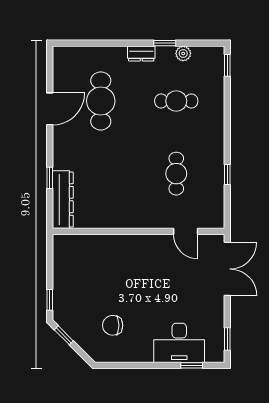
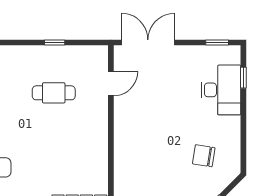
chair: (113, 325) -> (204, 156), turned 99

